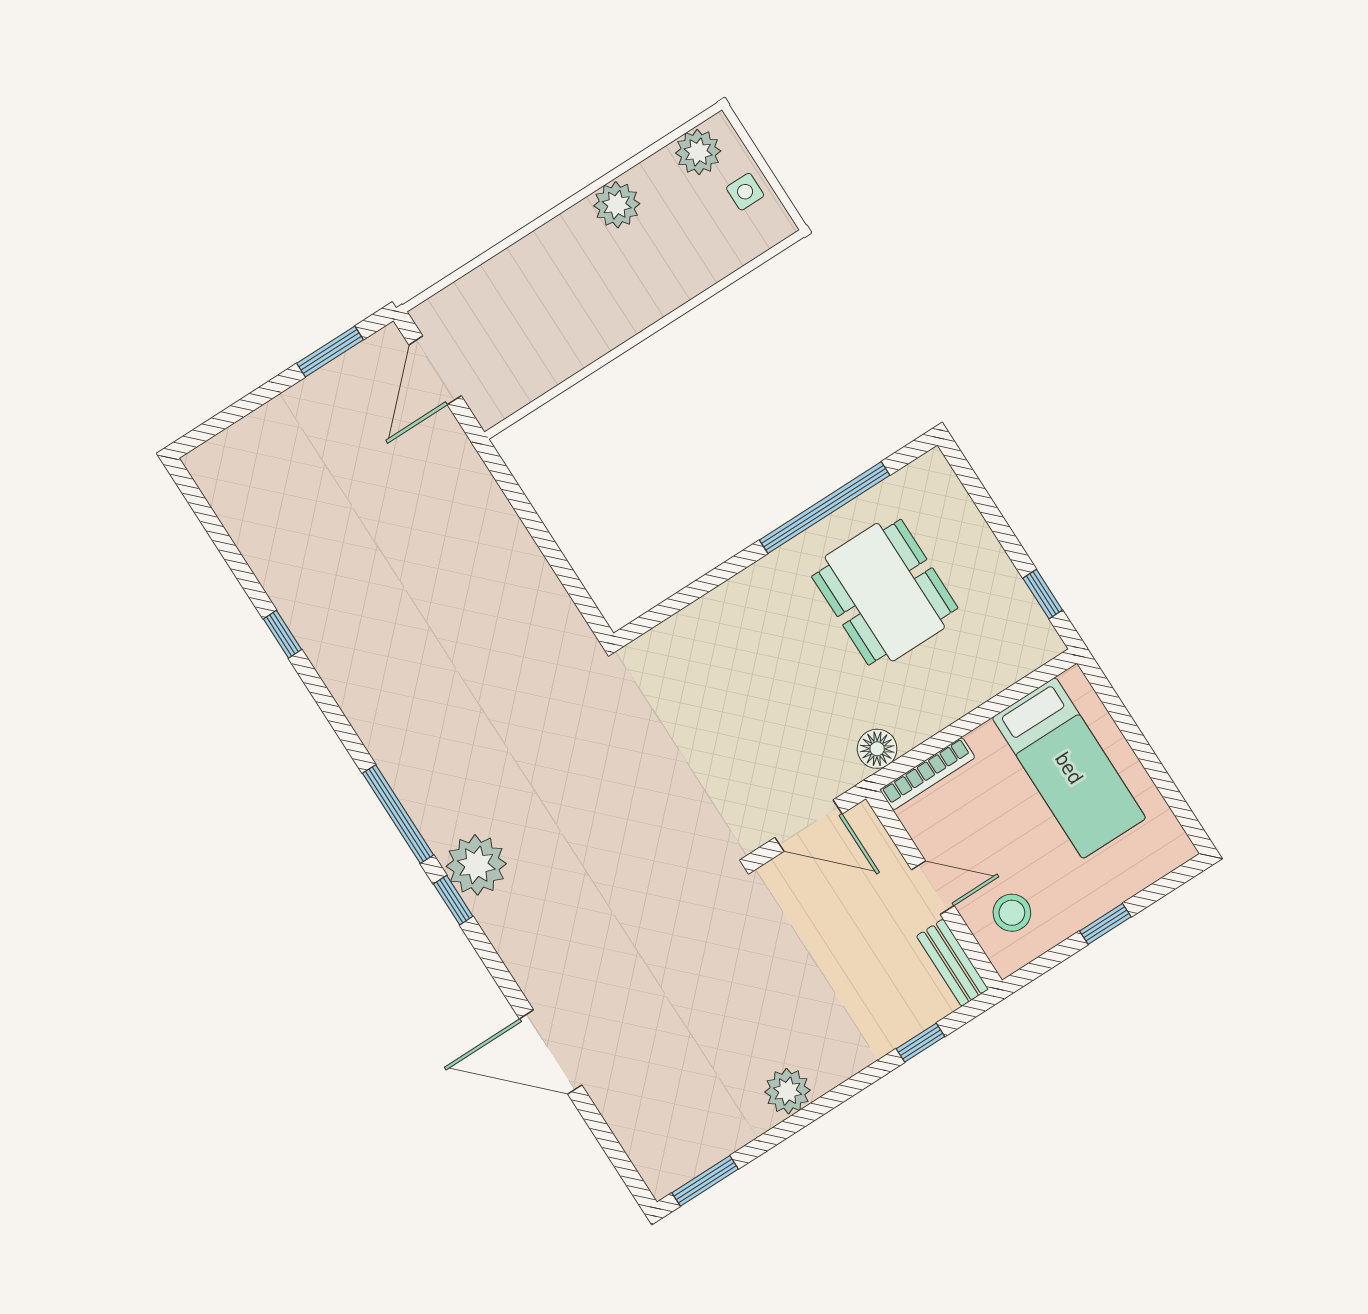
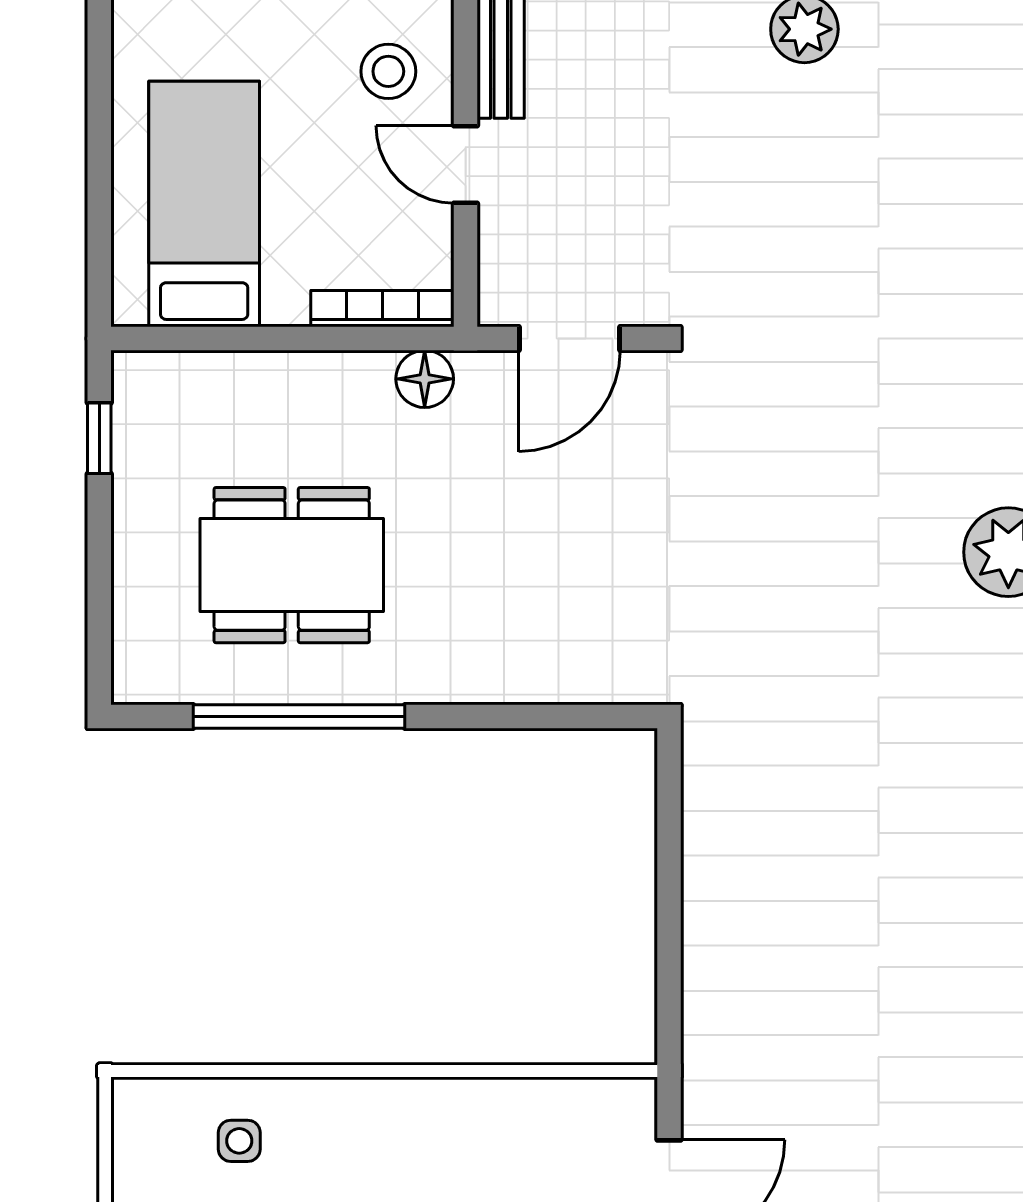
side table: (745, 192) -> (239, 1141), moved
dining table: (885, 592) -> (292, 565), turned 90
door: (808, 826) -> (570, 339), swing flipped

